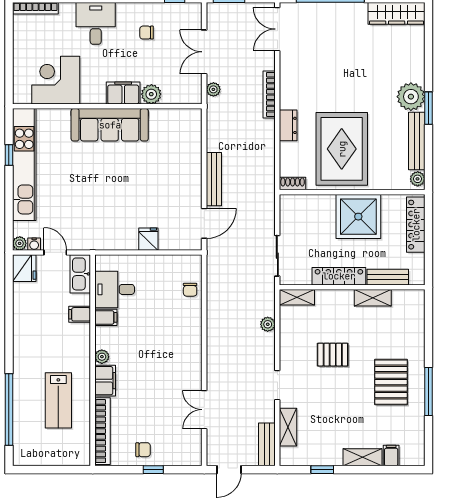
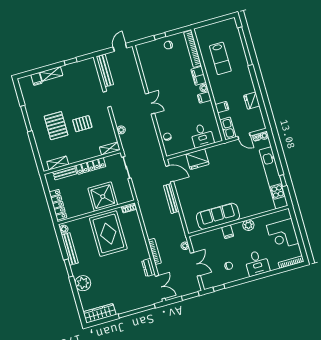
corner desk: (56, 80) -> (283, 234), moved, turned 90
filing cabinet: (123, 93) -> (228, 232), width x0.50
plant: (151, 94) -> (248, 225), moved
plant: (411, 97) -> (83, 283), moved
sofa: (110, 125) -> (218, 216), moved
dresser: (288, 125) -> (148, 268), moved
shower: (358, 217) -> (103, 197), moved
door: (204, 223) -> (170, 174), swing flipped
fridge: (148, 239) -> (197, 159), width x1.88, depth x1.34
fridge: (24, 268) -> (252, 101), moved
desk: (115, 289) -> (202, 135), moved, turned 90
shelving: (373, 298) -> (58, 163), moved
filing cabinet: (106, 317) -> (204, 97), moved
pallet: (391, 382) -> (56, 126), moved
lab bench: (58, 400) -> (220, 58), turned 180
double door: (204, 410) -> (150, 104), moved
shelving: (288, 427) -> (95, 79), removed
bench: (267, 444) -> (105, 70), width x1.36

